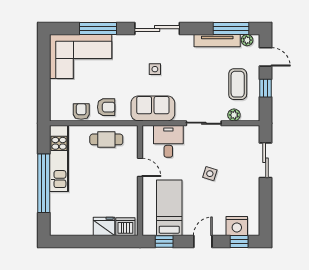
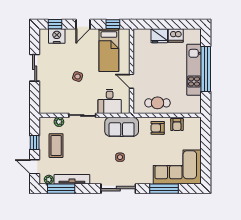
kitchen unit: (59, 159) -> (194, 70), moved
sliding door: (266, 160) -> (35, 68), moved
dishwasher: (125, 227) -> (176, 36), moved

